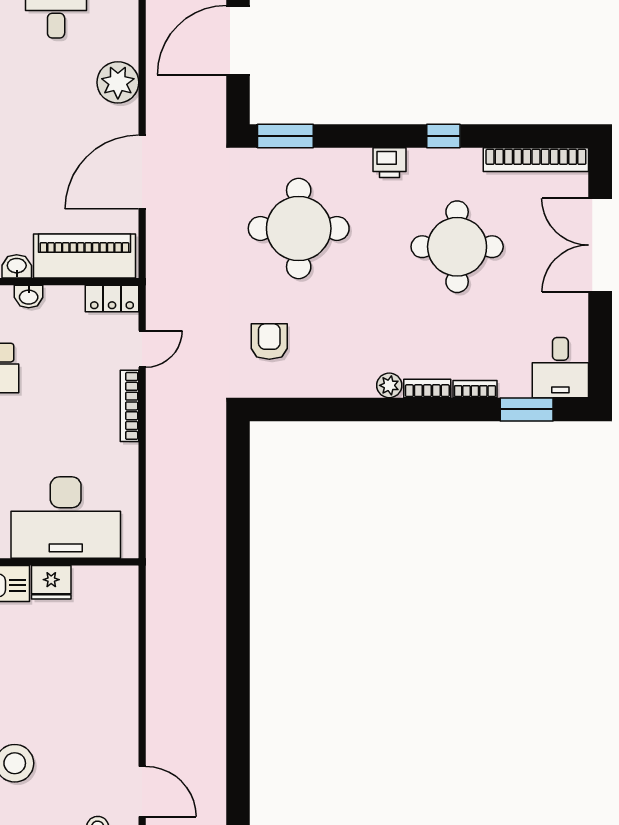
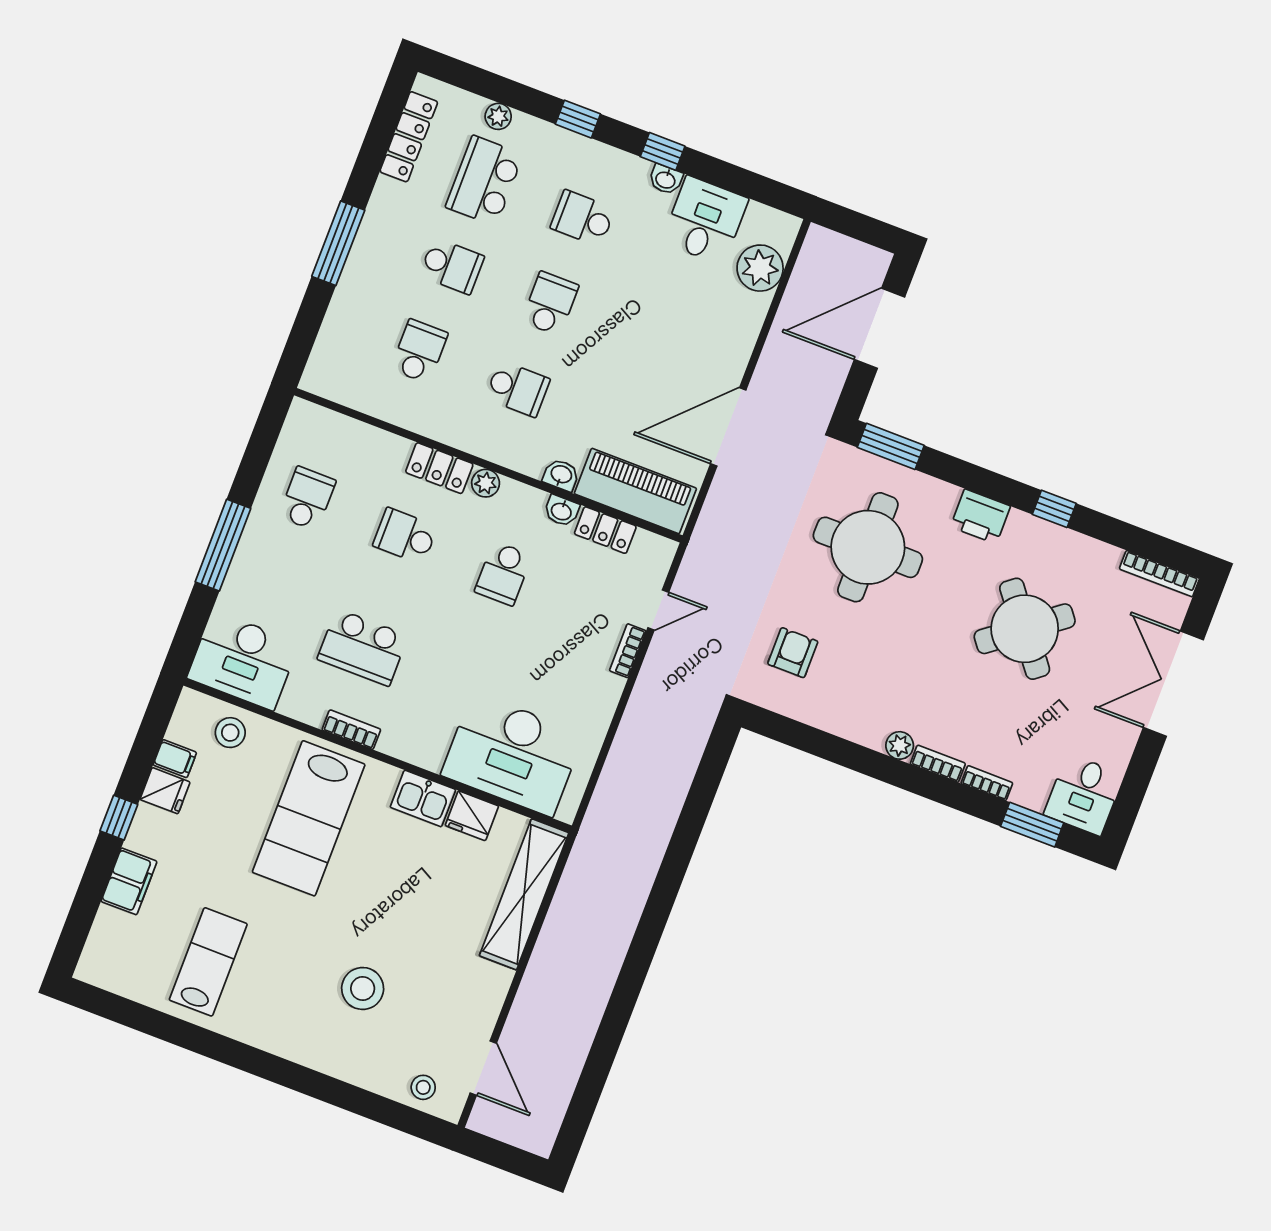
plant: (118, 82) -> (760, 268), moved
bookcase: (536, 160) -> (1159, 574), width x0.68, depth x0.76
printer: (390, 163) -> (980, 516), width x1.36, depth x1.24
round table: (457, 247) -> (1025, 629), turned -38
locker: (112, 298) -> (605, 530), moved
bookcase: (129, 406) -> (628, 651), width x0.64
shelving: (121, 632) -> (524, 894), added

